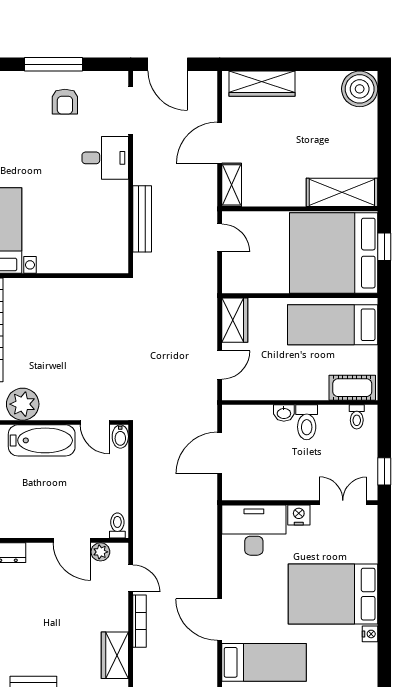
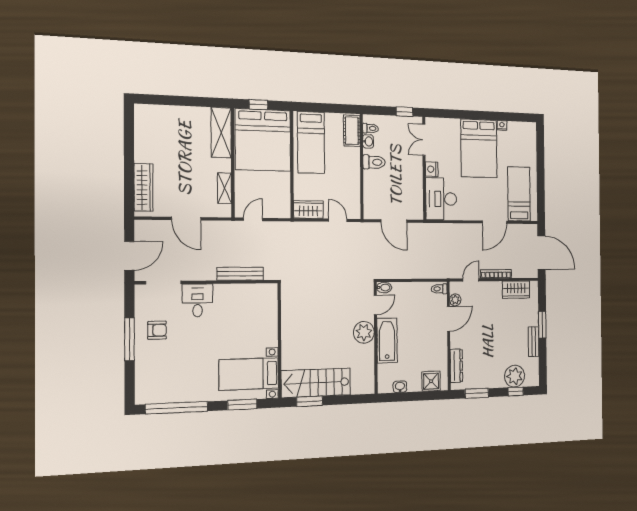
boiler: (360, 89) -> (147, 117), removed
shelving: (232, 185) -> (225, 188), moved, turned 90
plant: (23, 404) -> (364, 332), moved
washbasin: (284, 413) -> (368, 141), moved

